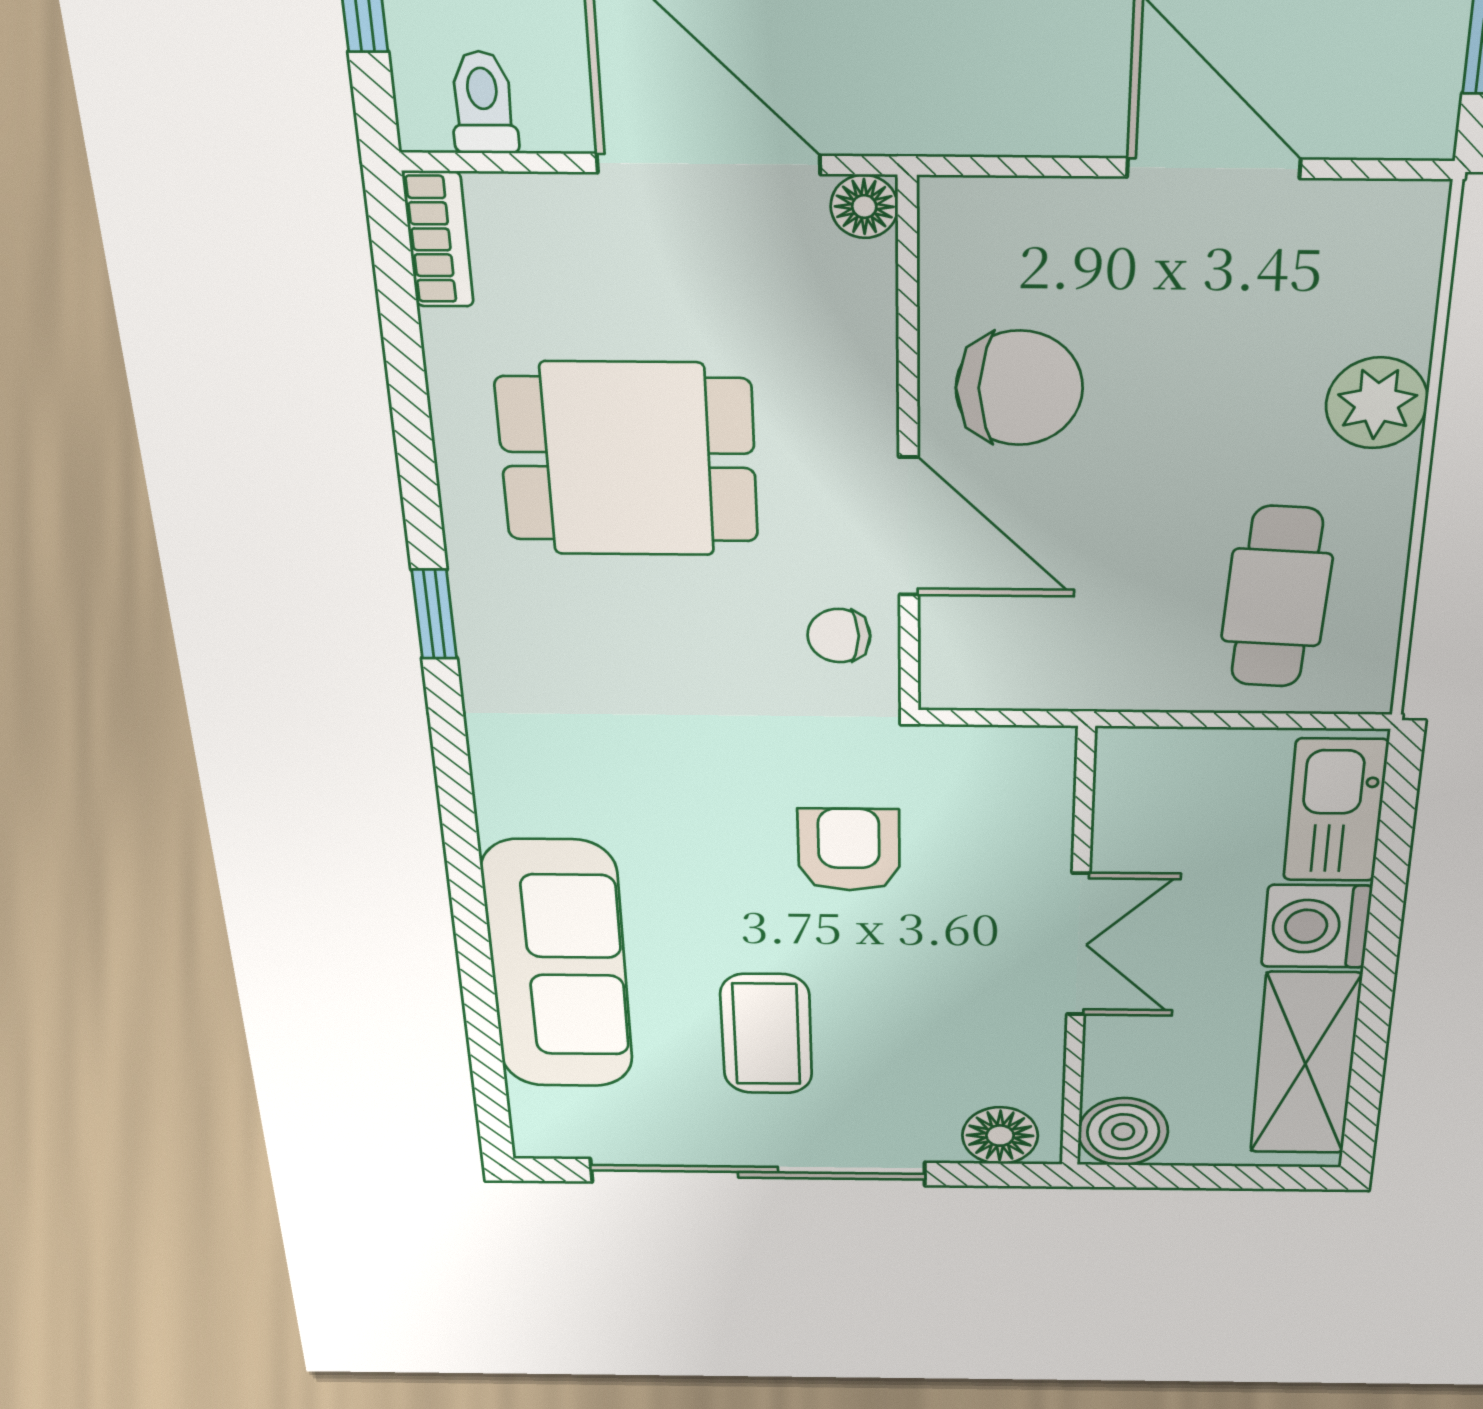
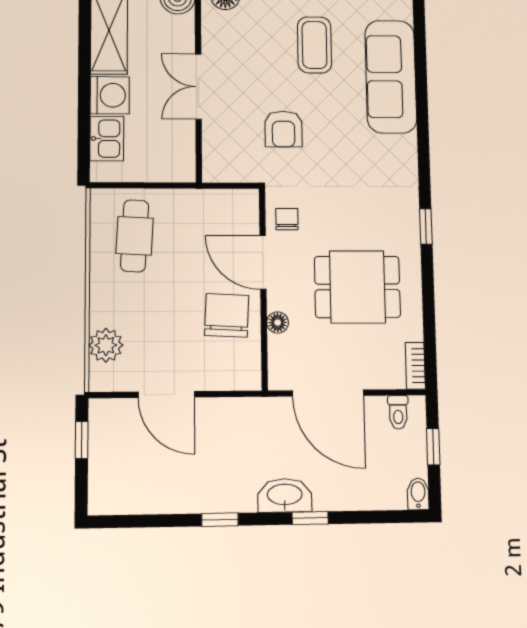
floor lamp: (864, 207) -> (278, 323), moved
chair: (1019, 388) -> (227, 315), turned 93
plant: (1377, 403) -> (106, 345), moved
chair: (839, 636) -> (287, 219), turned -90
kitchen sink: (1335, 810) -> (107, 139), width x0.73

